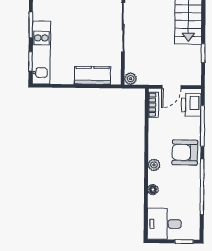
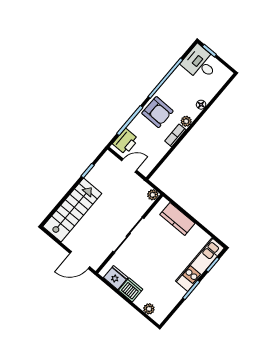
bookcase: (153, 105) -> (175, 135), moved
desk: (164, 224) -> (200, 63), moved, turned 180

